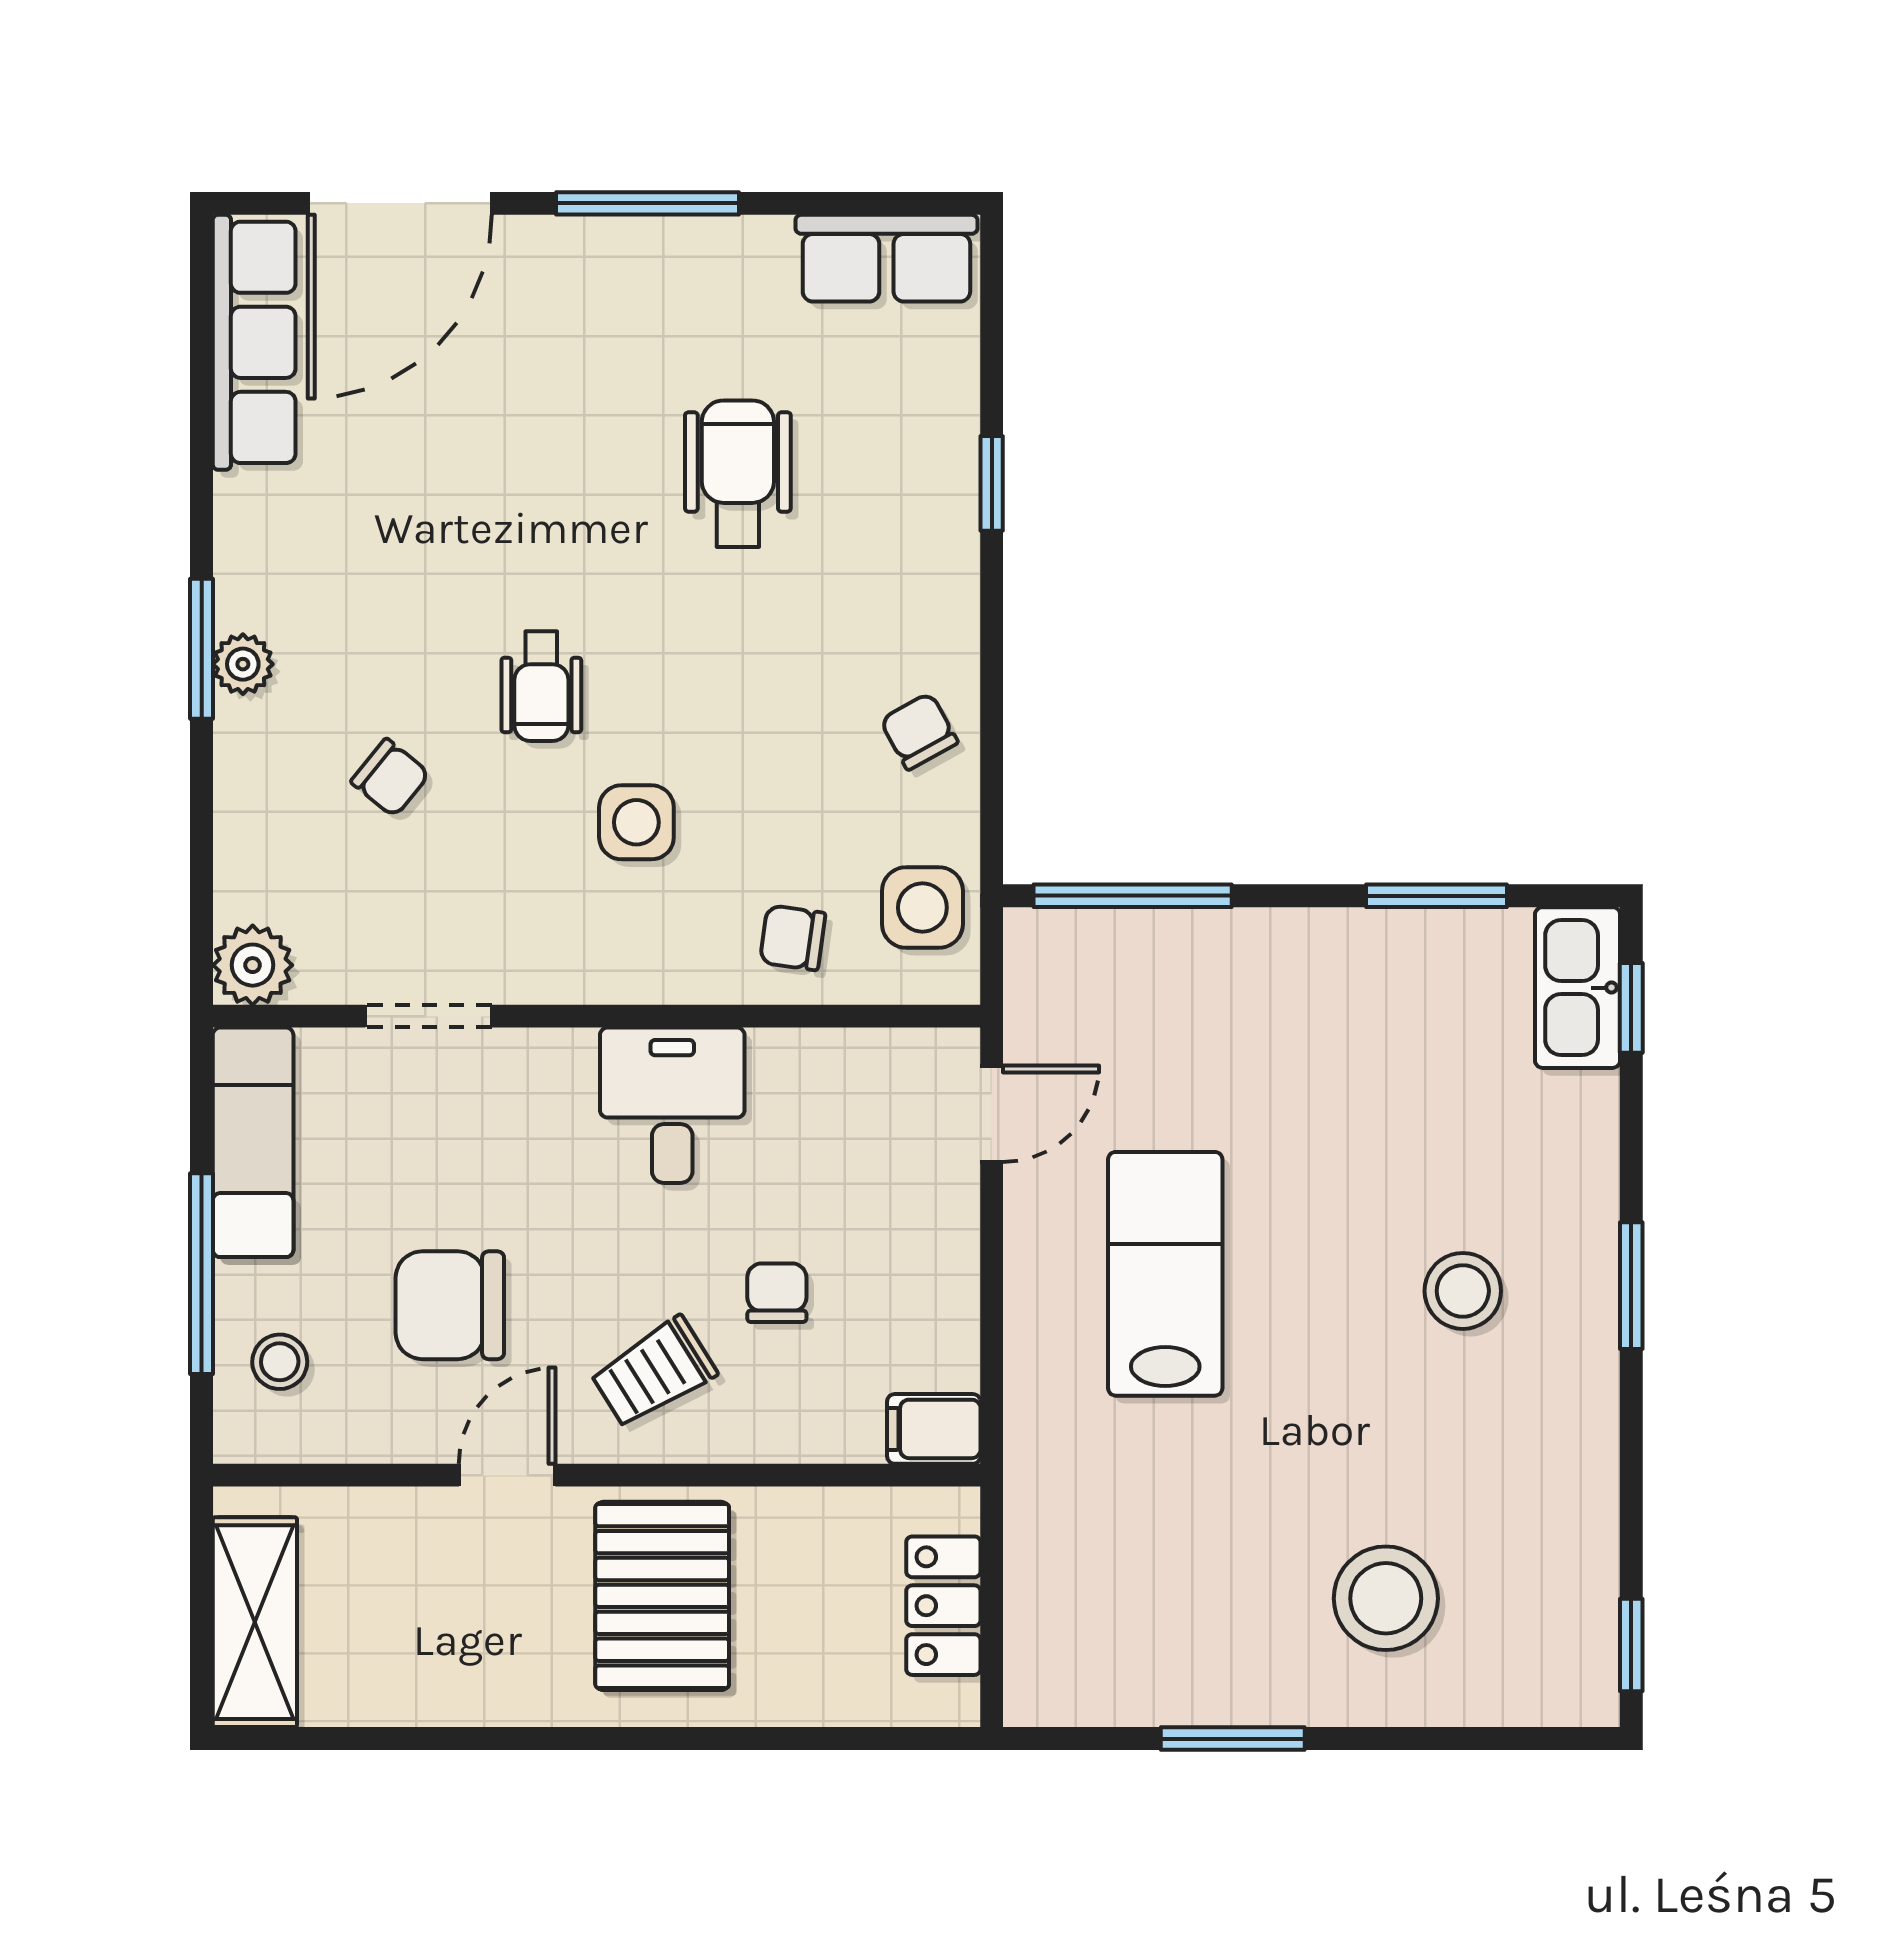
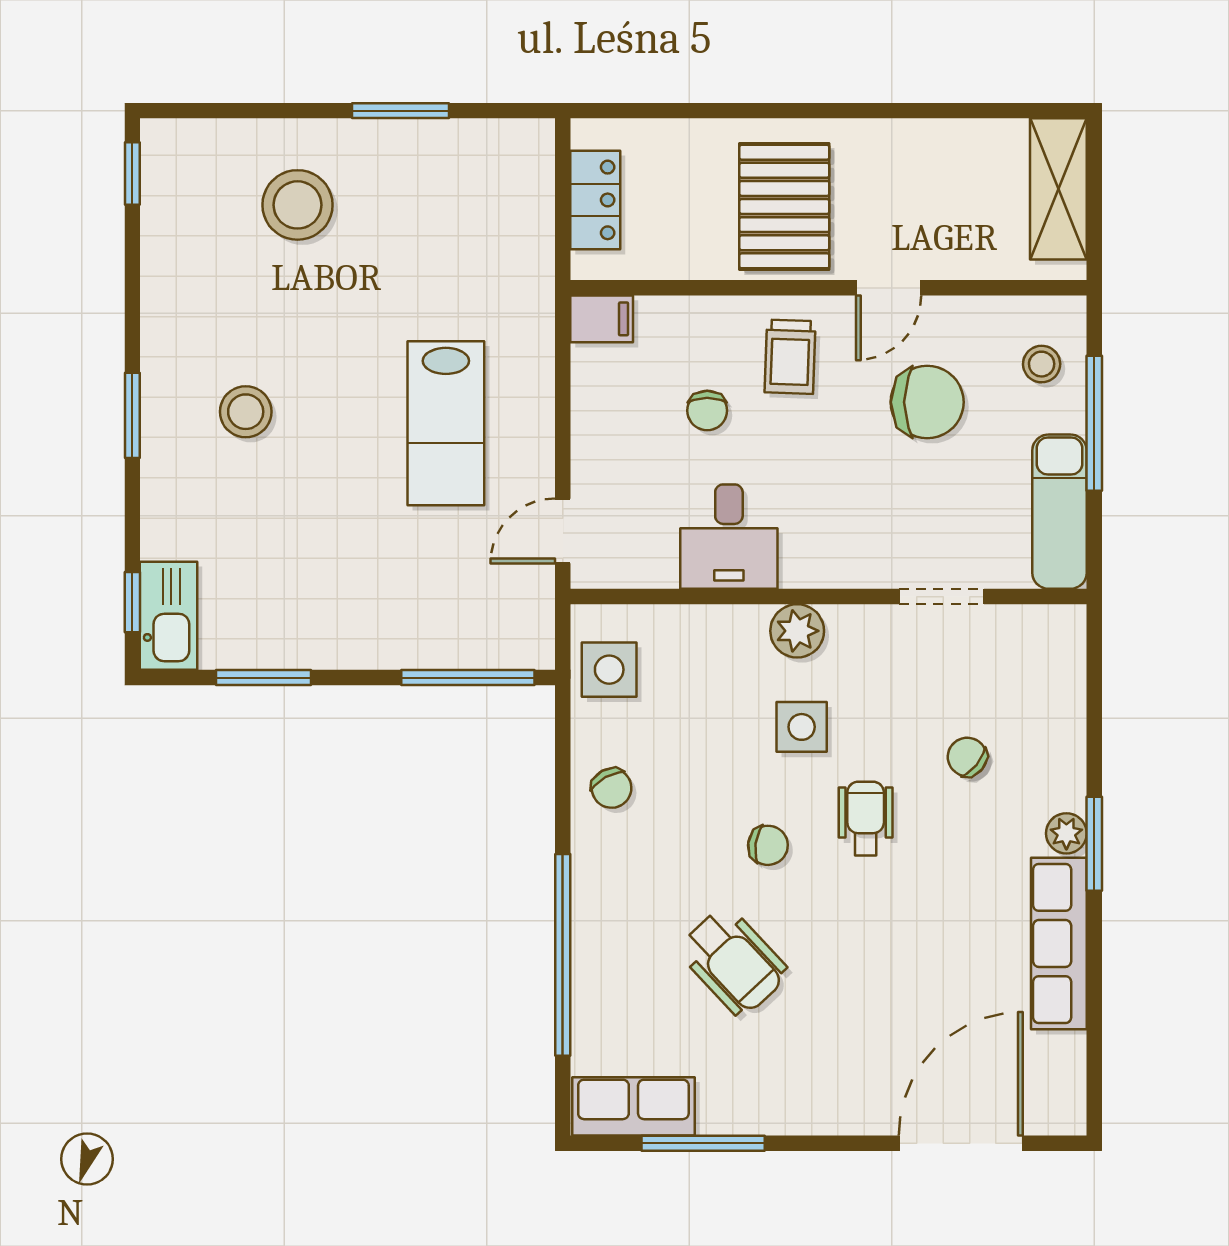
window: (647, 203) -> (703, 1143), moved
row of seats: (254, 342) -> (1059, 943), moved
wheelchair: (738, 474) -> (733, 961), turned -43
window: (992, 483) -> (563, 955), width x3.17
chair: (793, 938) -> (768, 845), moved
plant: (253, 965) -> (797, 631), moved
desk: (672, 1105) -> (729, 537), moved
trolley: (654, 1373) -> (790, 357), turned 124

